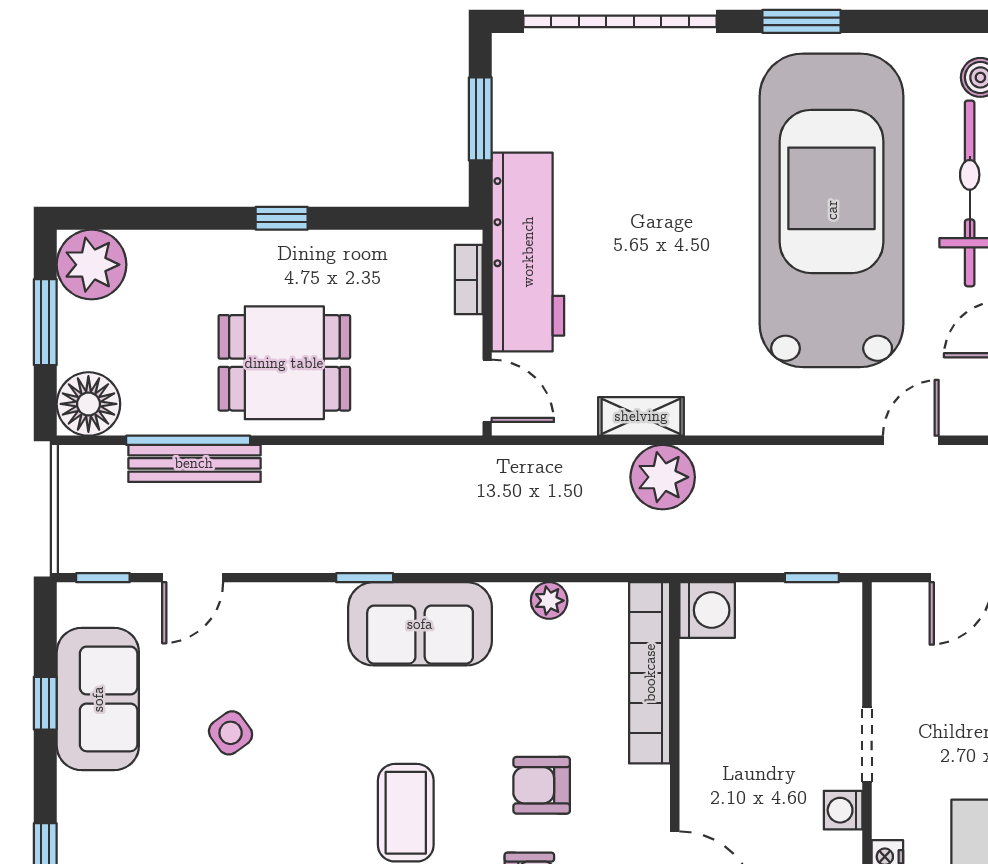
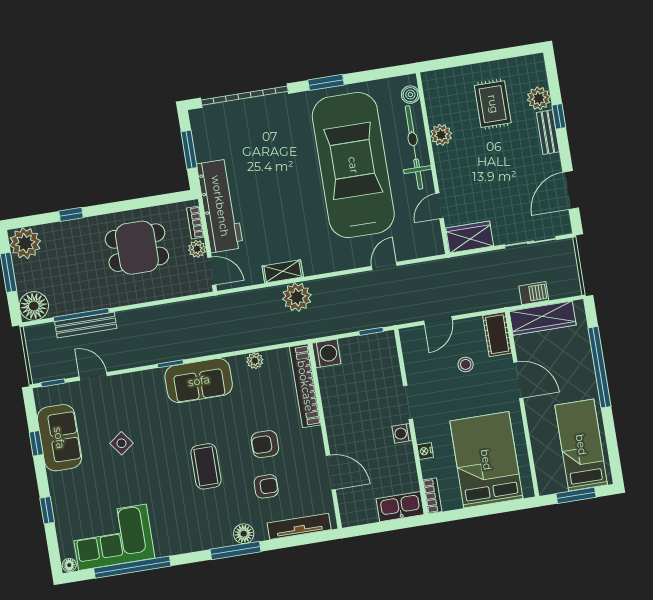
window: (282, 218) -> (71, 214), moved
plant: (463, 337) -> (197, 249), added
dining table: (284, 363) -> (137, 248), moved
door: (911, 440) -> (384, 266), moved
door: (193, 578) -> (93, 376), swing flipped

